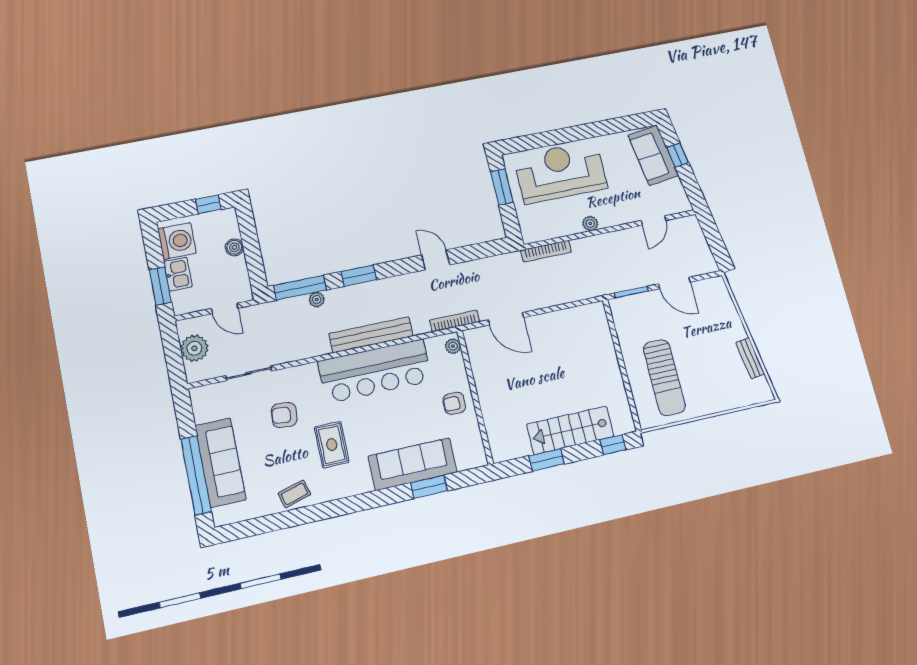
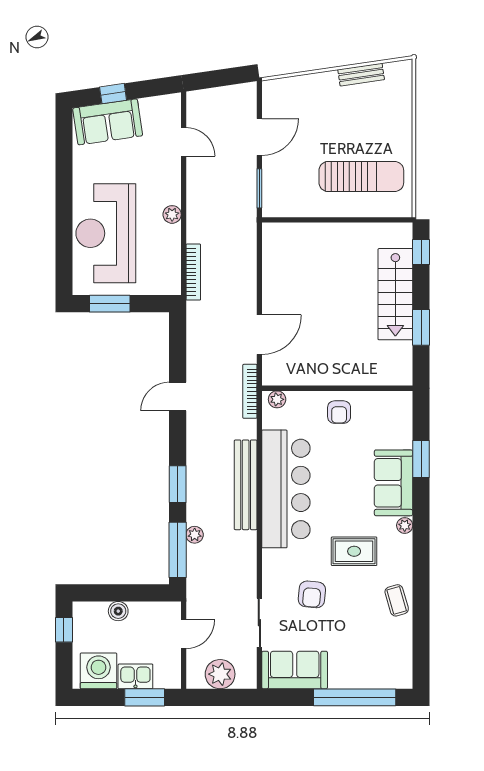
sofa: (220, 463) -> (295, 670), moved, width x0.73
sofa: (413, 464) -> (394, 483), width x0.73
plant: (365, 486) -> (405, 525), added

